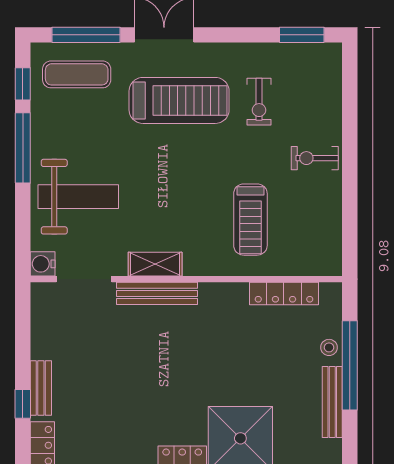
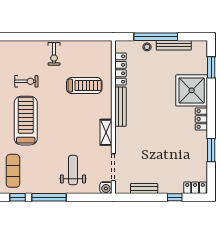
weight bench: (78, 197) -> (73, 170), width x0.73, depth x0.75
bench: (157, 293) -> (120, 107), moved
bench: (41, 388) -> (144, 188), moved

